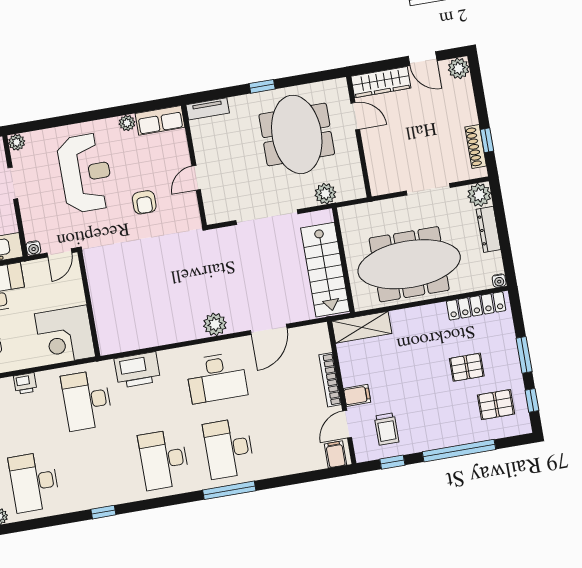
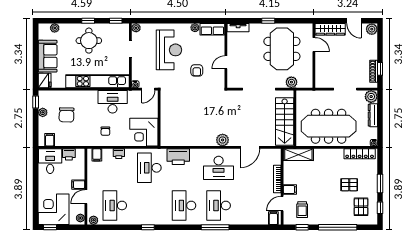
pallet: (496, 405) -> (361, 207), turned 90

